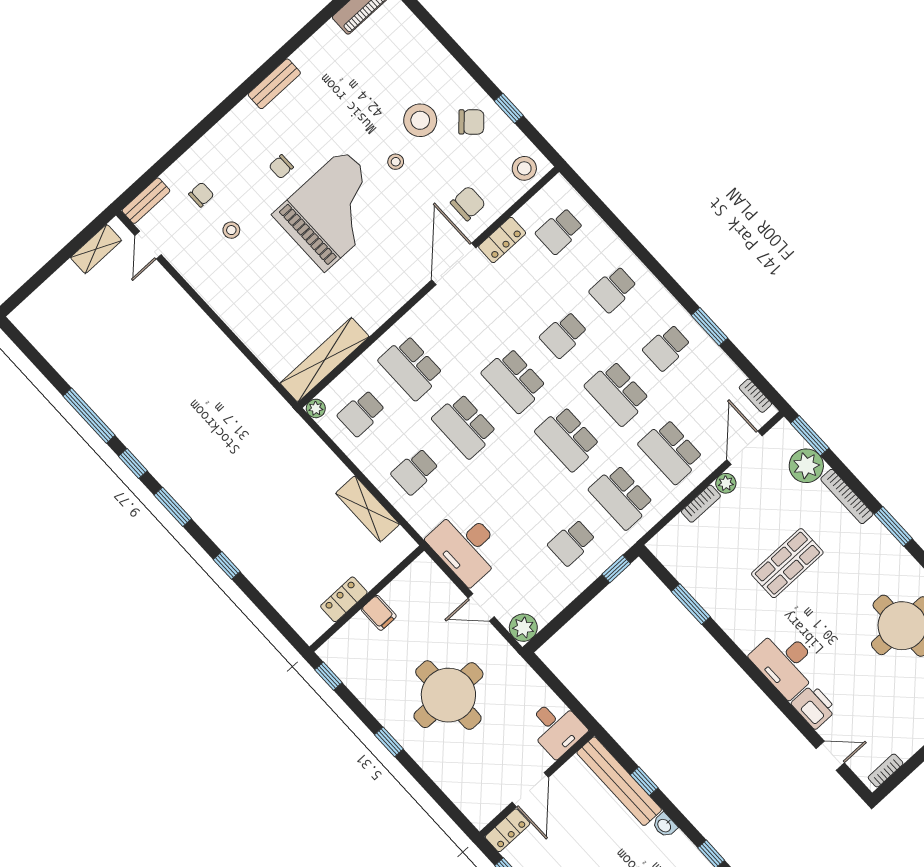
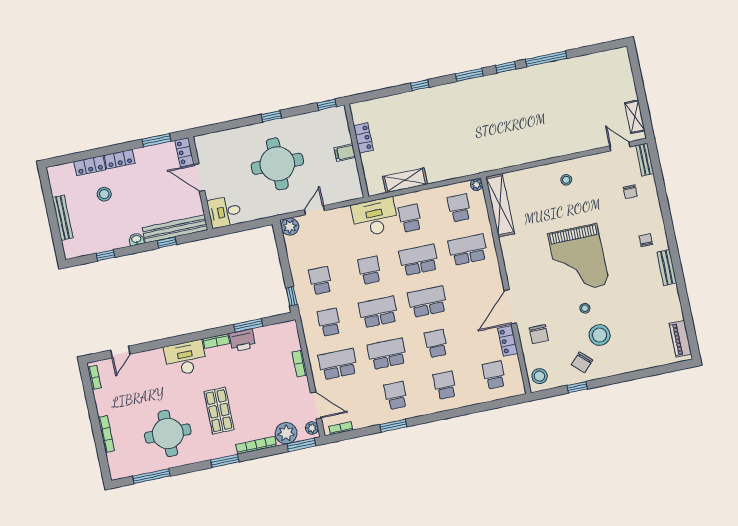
chair: (281, 167) -> (646, 240), moved
stool: (231, 230) -> (566, 180), moved
door: (454, 264) -> (510, 307), swing flipped
plant: (726, 483) -> (312, 428), moved
school desk: (518, 484) -> (370, 270), added
school desk: (621, 497) -> (329, 322), width x0.54
desk: (466, 546) -> (375, 217), moved
shop shelf: (787, 563) -> (219, 411), moved
bookcase: (738, 635) -> (216, 341), added
printer: (814, 707) -> (242, 340), moved

